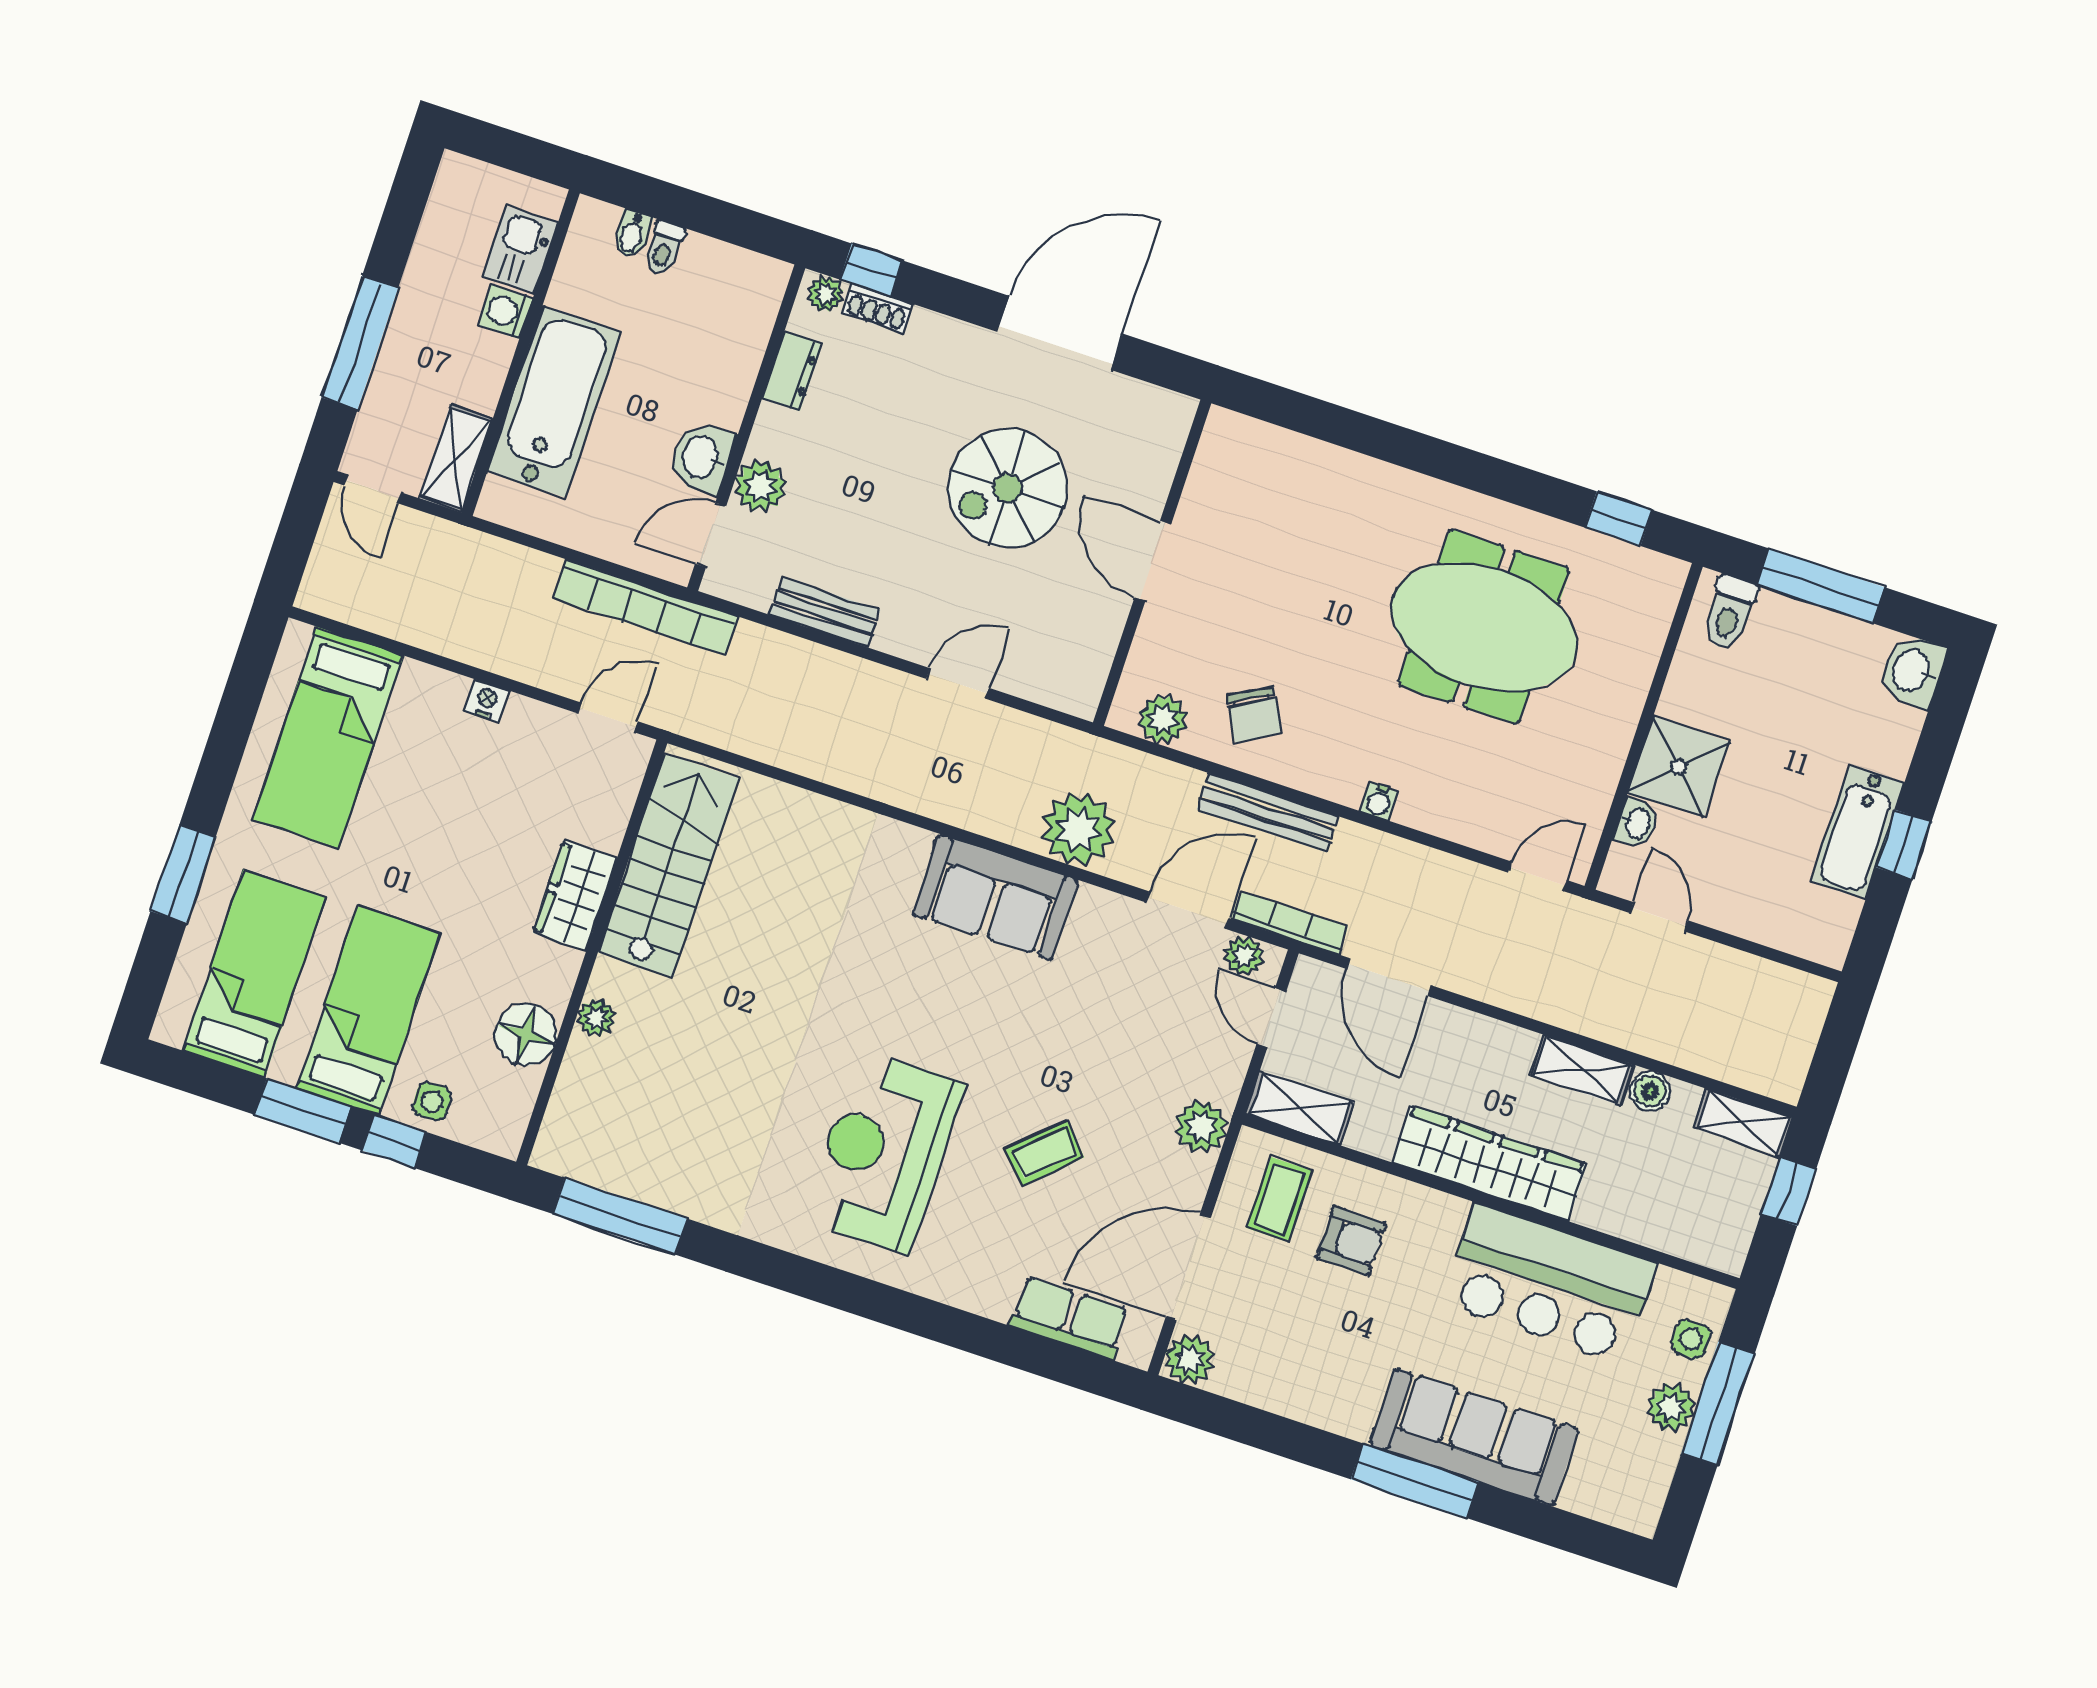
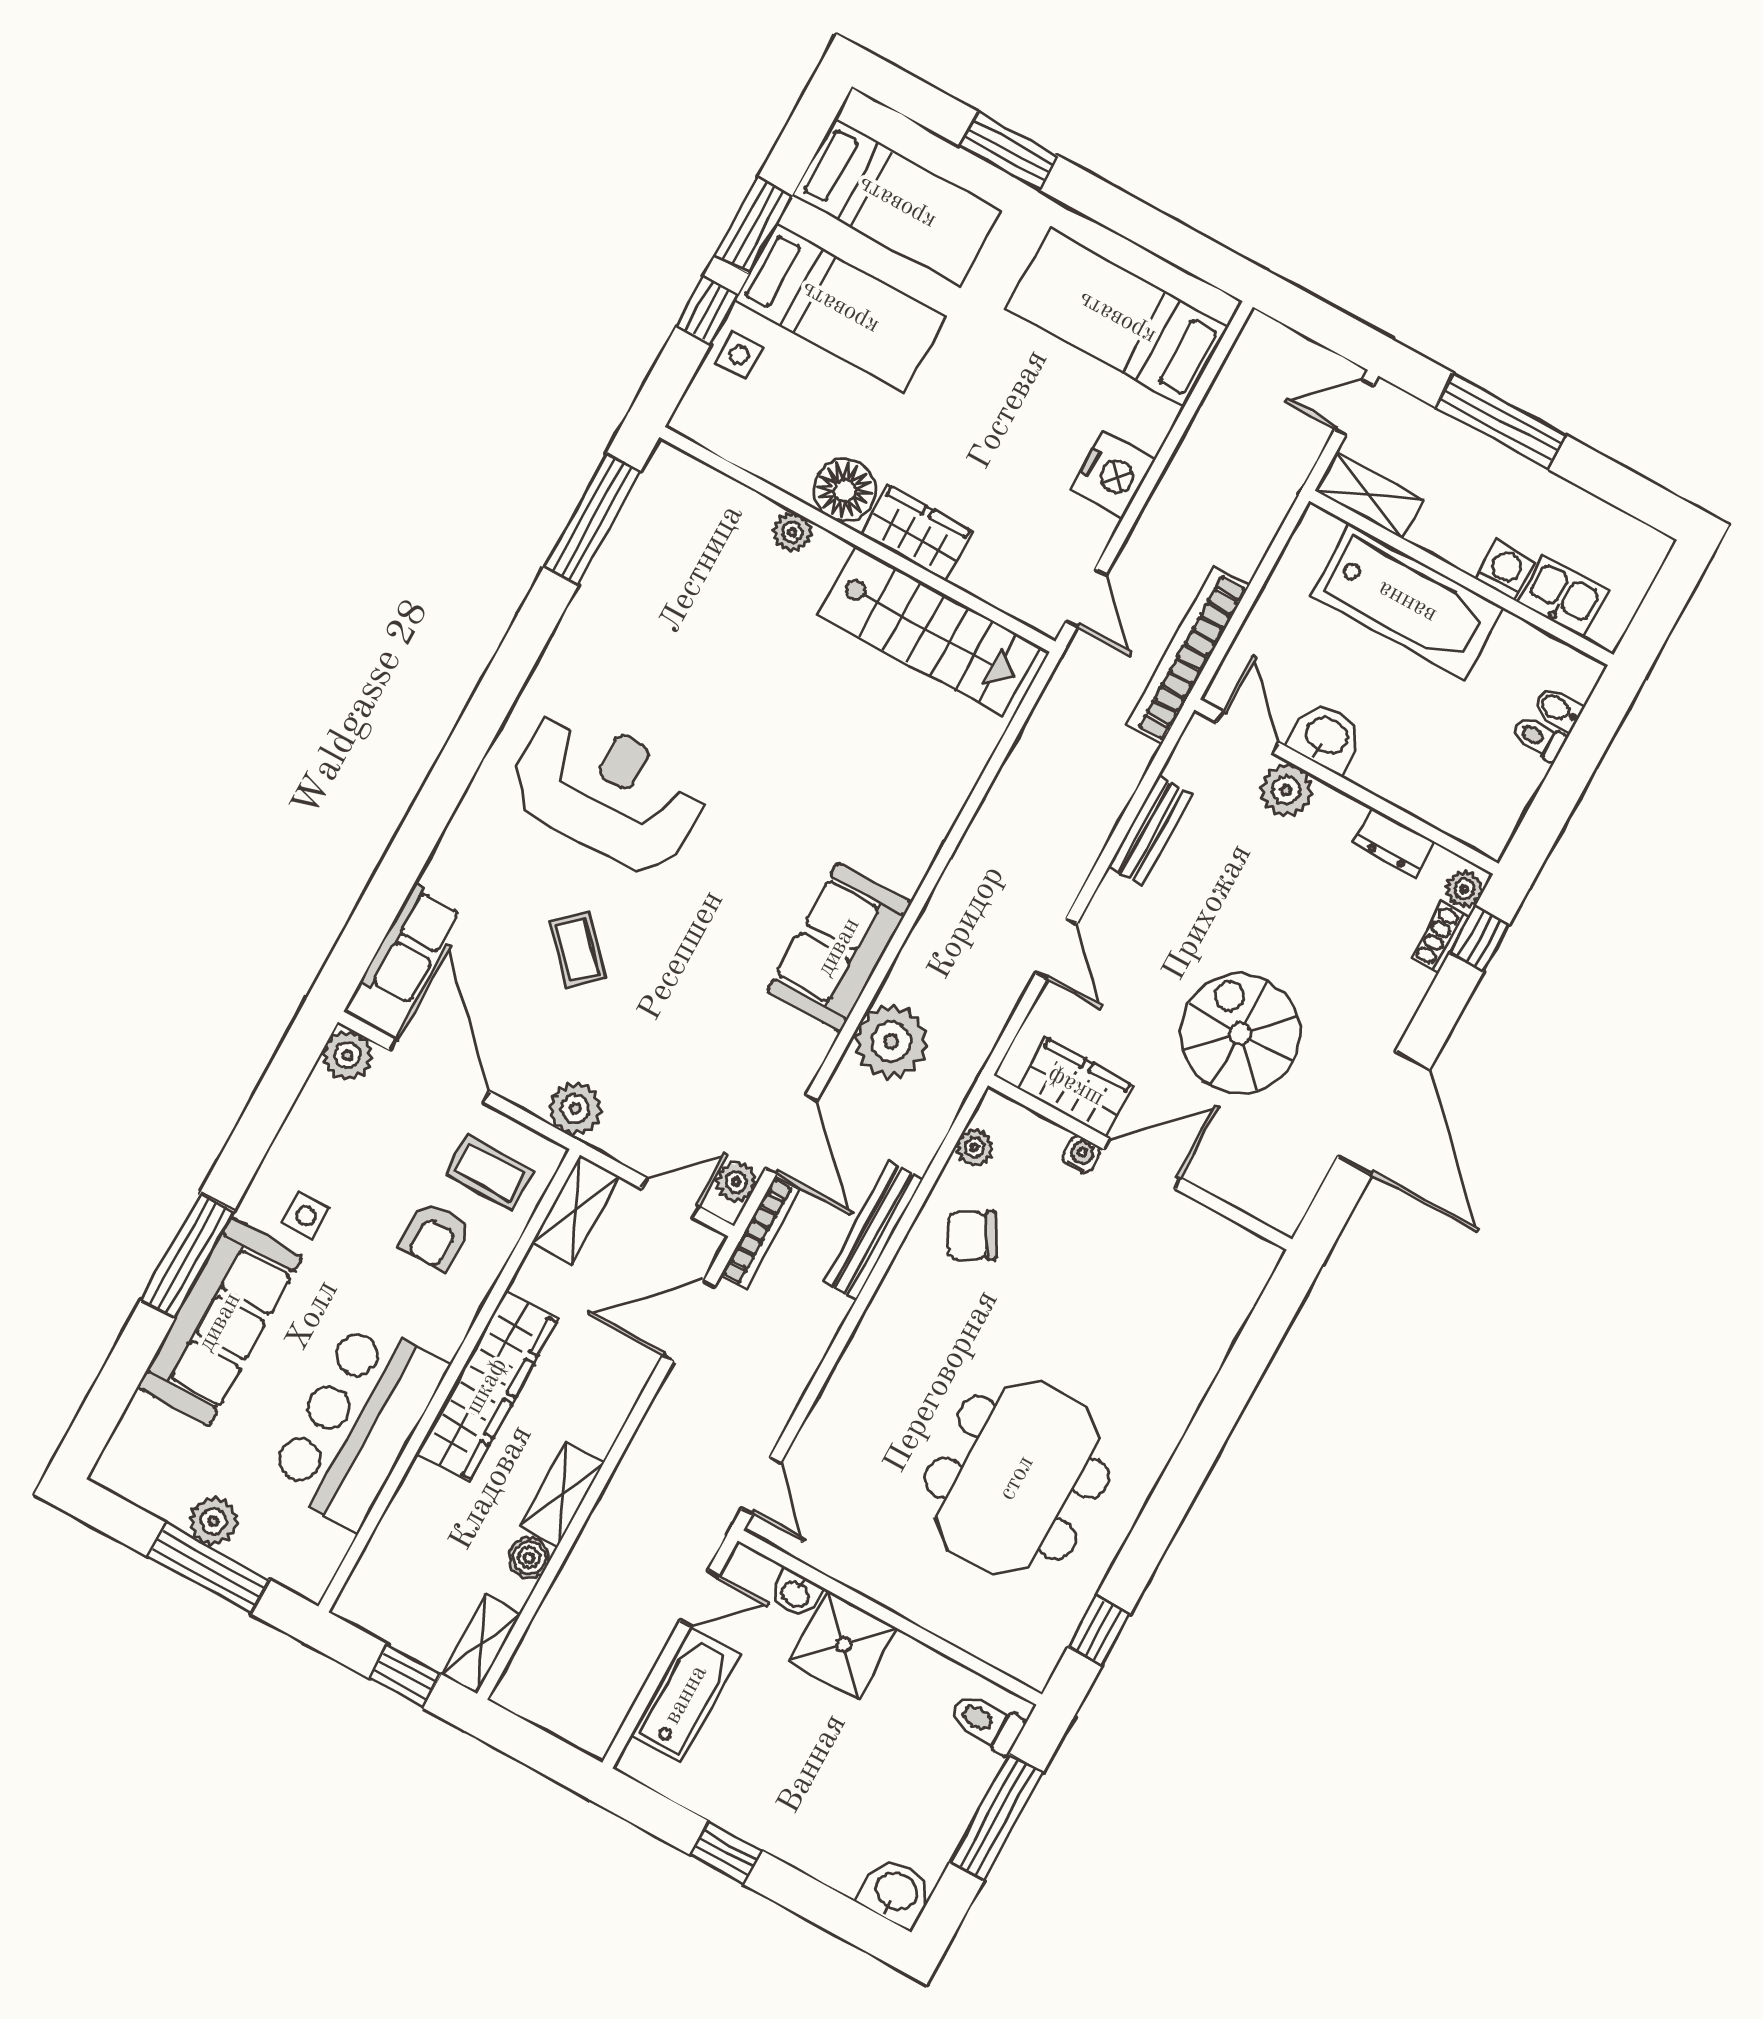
wardrobe: (1090, 640) -> (1075, 1087), added
nightstand: (486, 701) -> (1113, 475), width x1.89, depth x1.79
plant: (1163, 719) -> (975, 1147), width x0.73, depth x0.73
water cooler: (1379, 801) -> (1081, 1155), moved, turned 90
bathtub: (1857, 832) -> (686, 1695), moved, turned 90
floor lamp: (526, 1035) -> (844, 490), moved
side table: (1691, 1339) -> (306, 1216), moved

